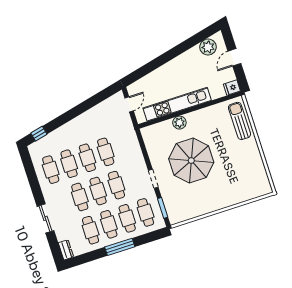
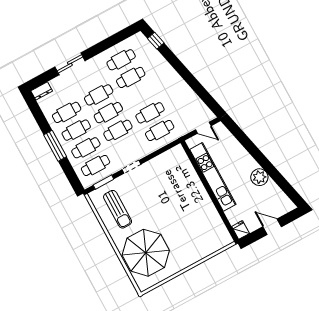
plant: (208, 47) -> (259, 177), moved
sun lounger: (239, 121) -> (118, 209), moved, turned 90
plant: (179, 123) -> (194, 183), removed
cafe table: (87, 158) -> (160, 130), moved
parasol: (191, 160) -> (146, 253), moved

